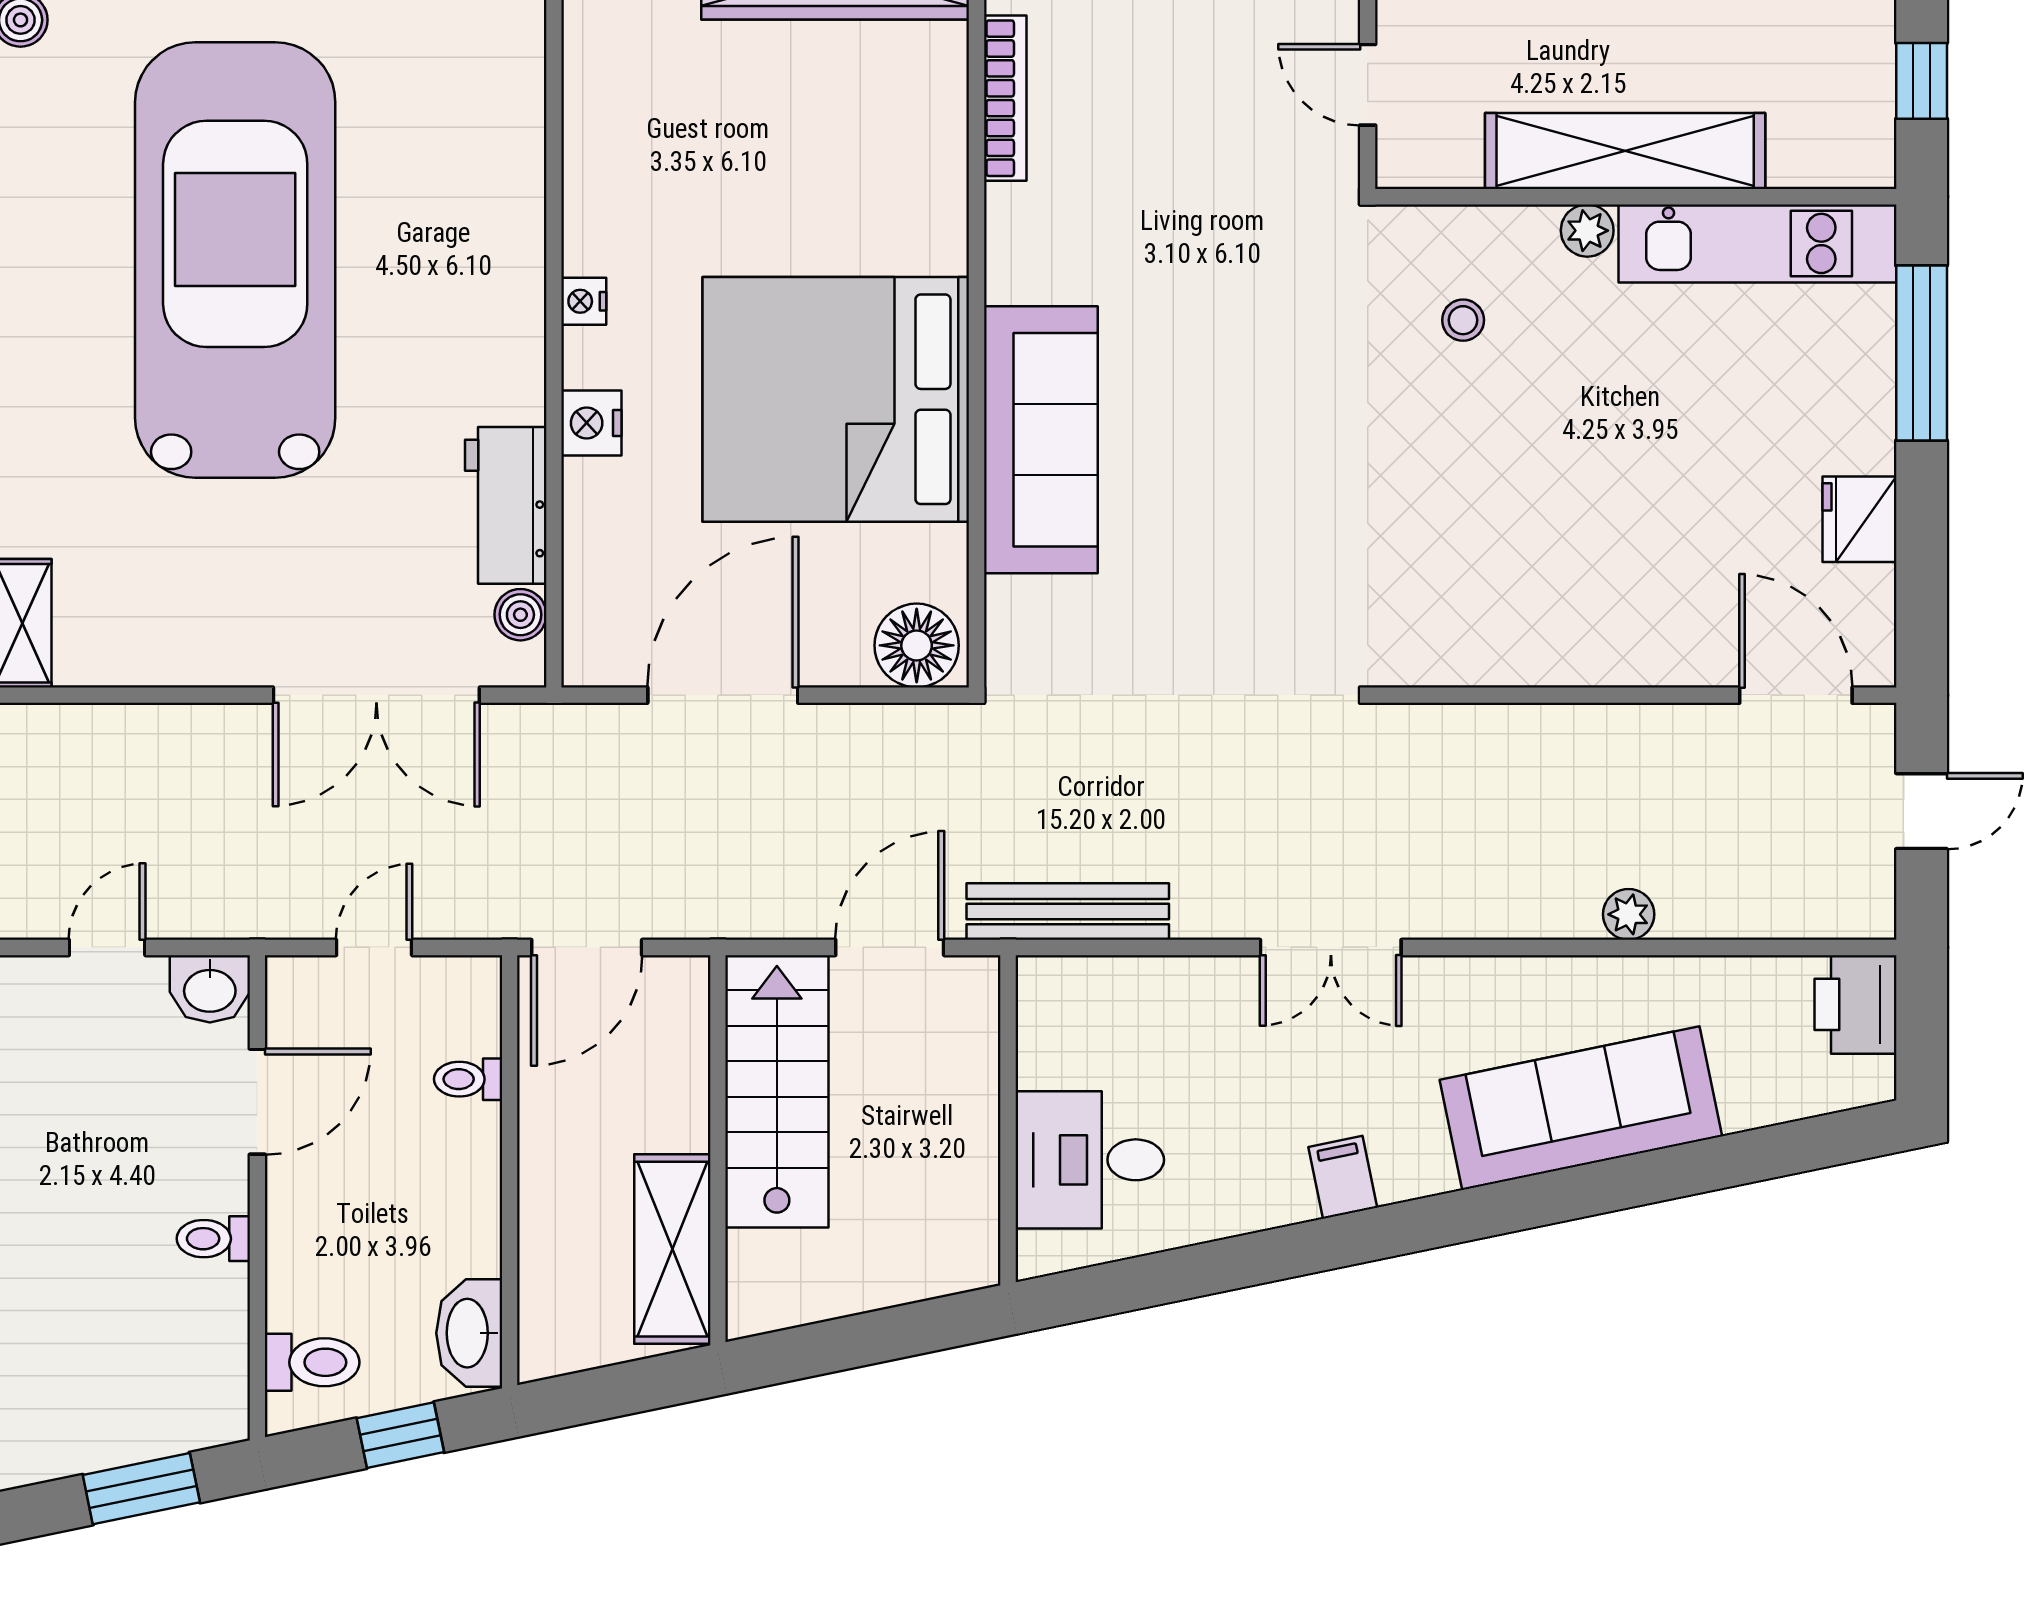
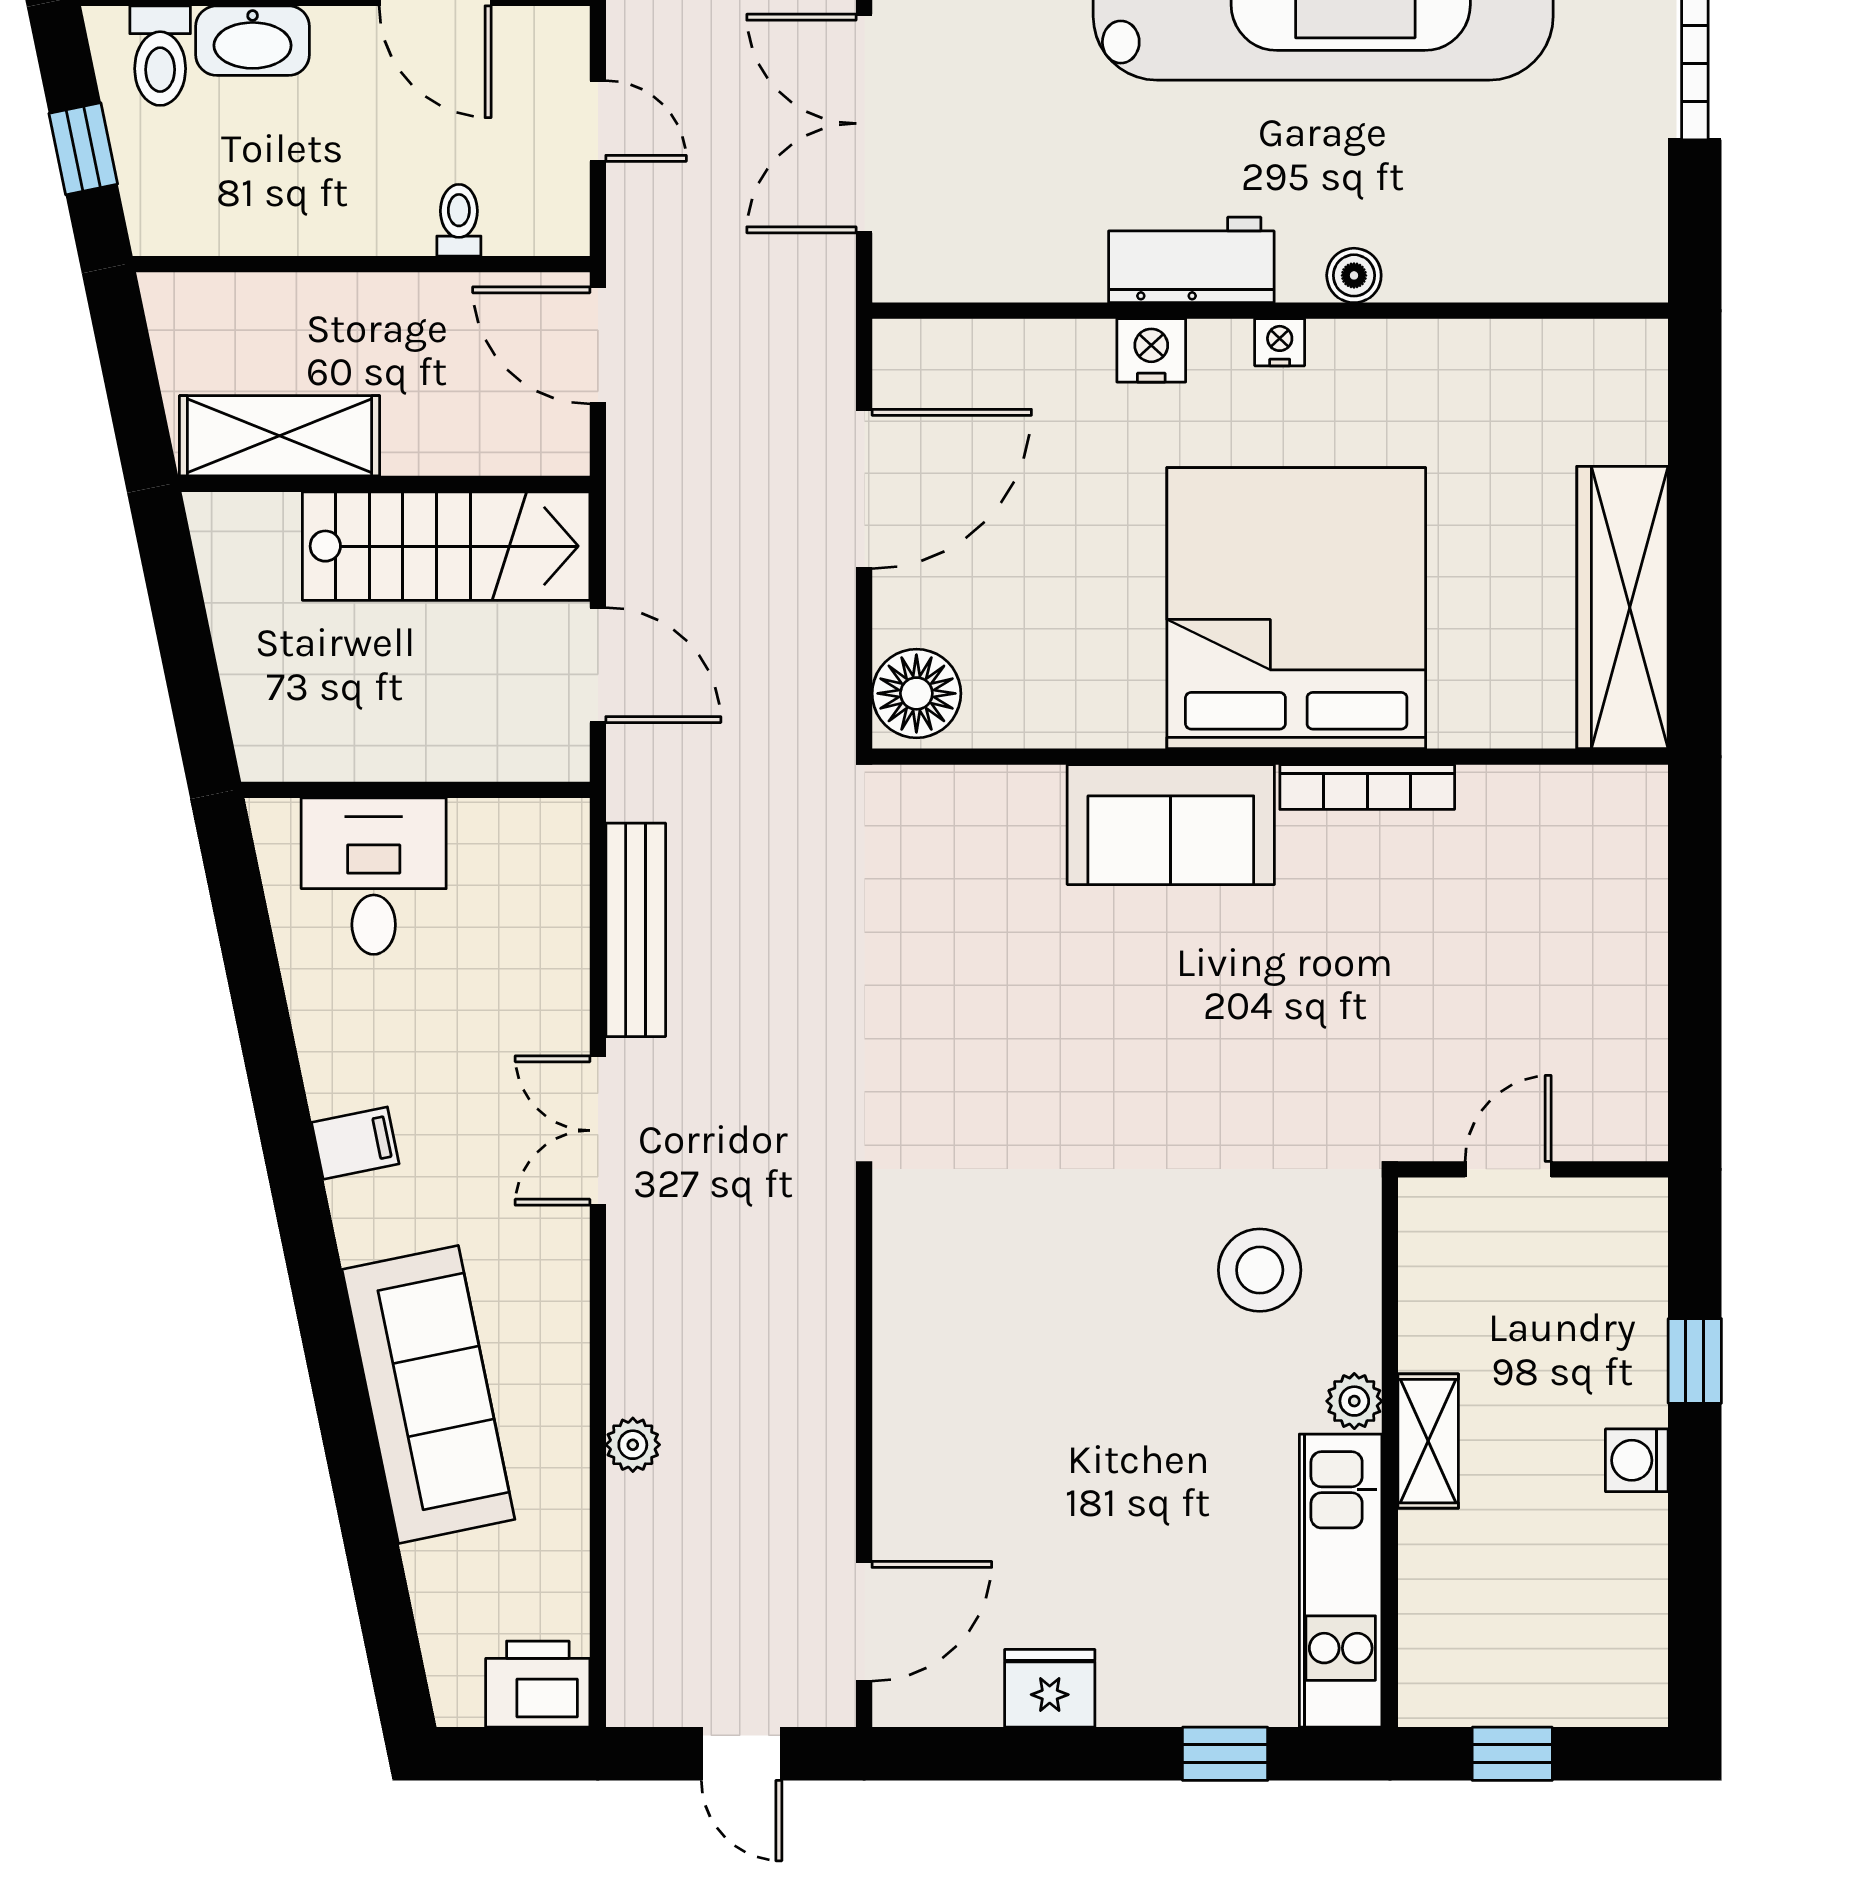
bookcase: (1005, 98) -> (1367, 787), moved
shelving: (1625, 151) -> (1428, 1441), width x0.45, depth x0.75
stool: (1463, 320) -> (1260, 1270), width x1.89, depth x1.89
window: (1922, 353) -> (1225, 1754), width x0.46
bed: (836, 399) -> (1296, 608), moved
sofa: (1041, 440) -> (1171, 825), width x0.73
workbench: (506, 505) -> (1191, 260), moved
boiler: (520, 615) -> (1354, 275), moved
door: (723, 695) -> (864, 489), hinge flipped
bench: (1068, 912) -> (636, 930), moved
washbasin: (469, 1333) -> (253, 41), moved, turned 180

